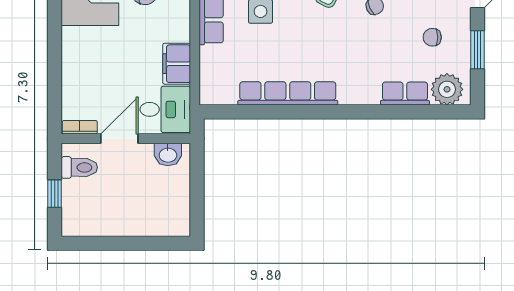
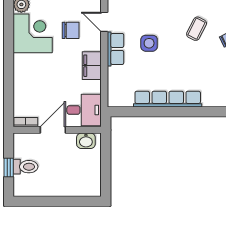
filing cabinet: (177, 64) -> (92, 66), moved
toilet: (79, 167) -> (26, 167), moved

